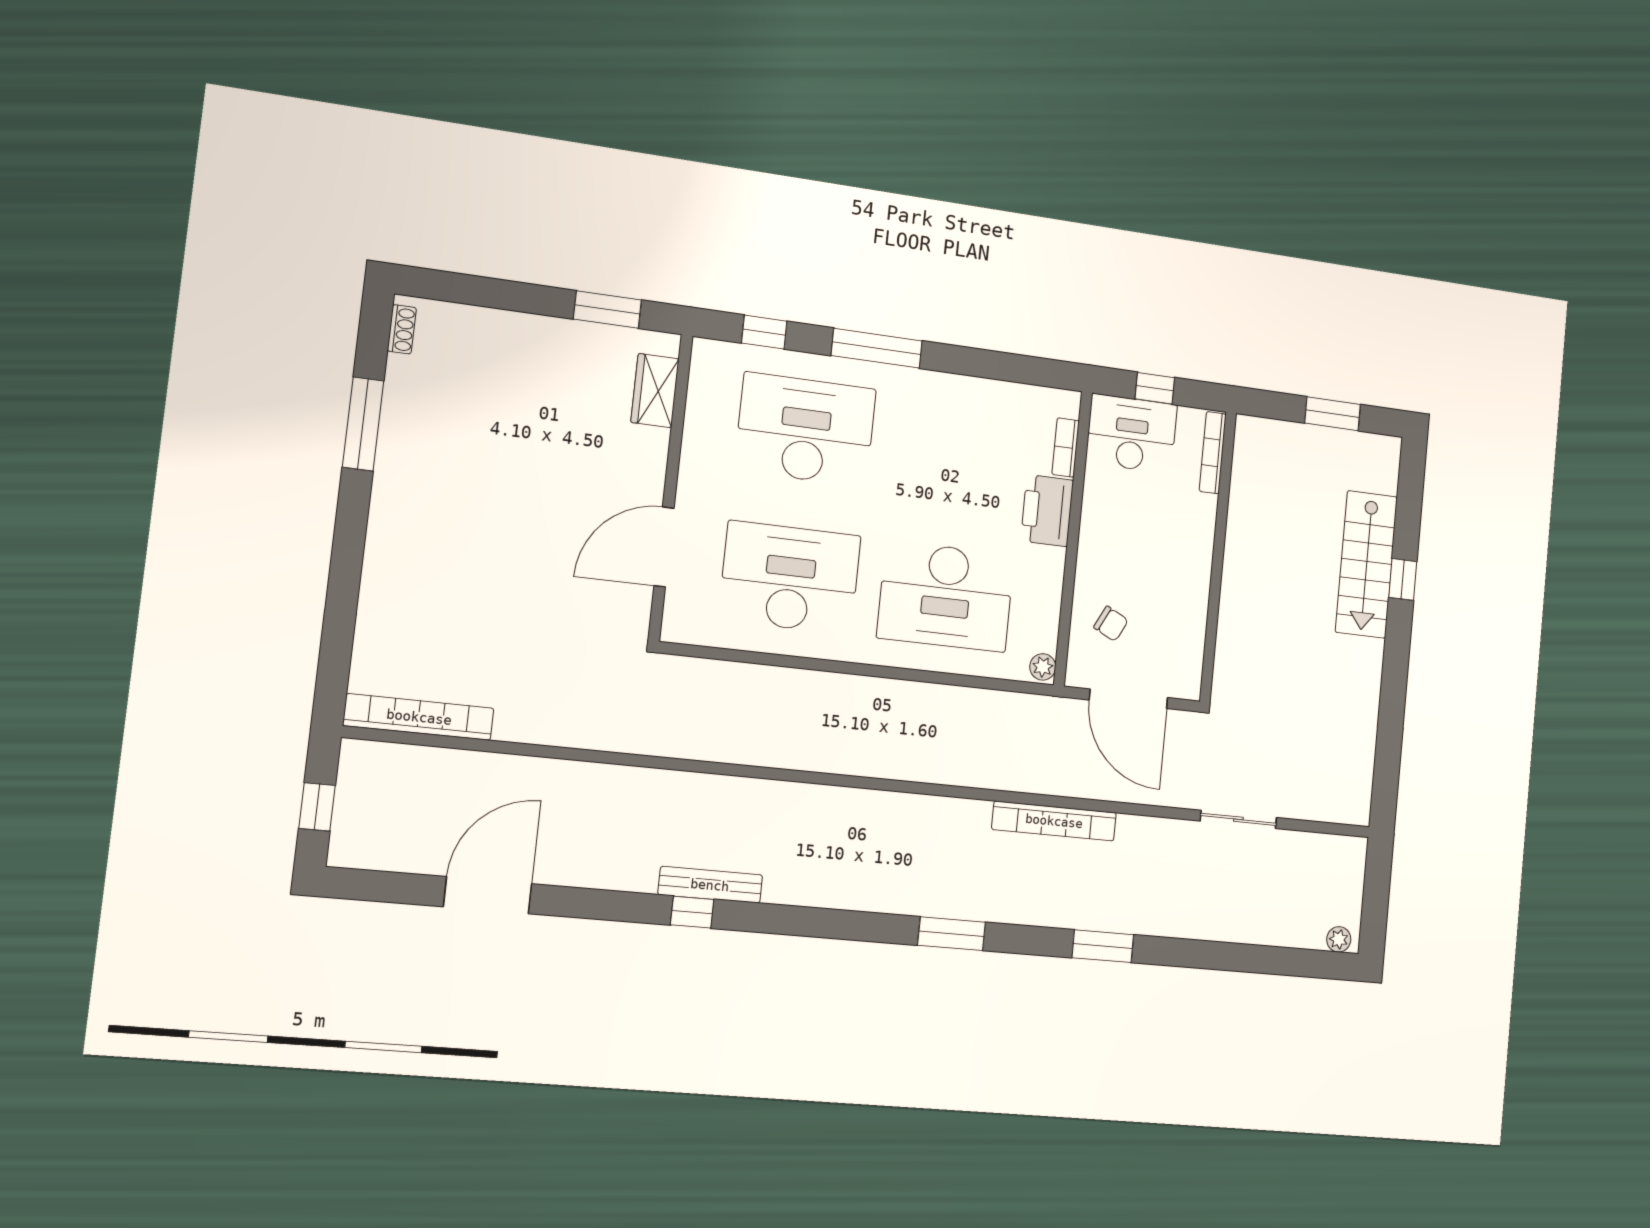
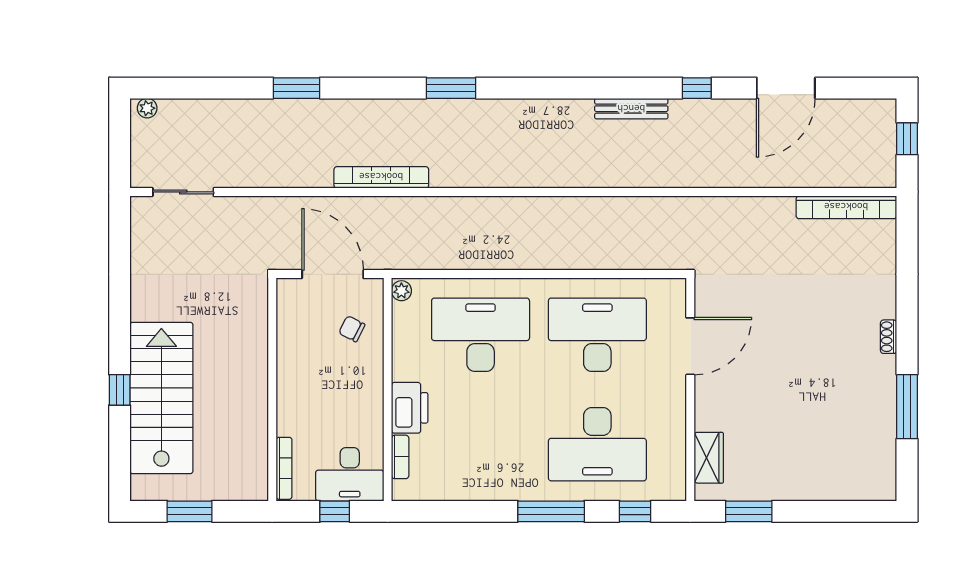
shoe rack: (402, 329) -> (889, 337), moved
stairs: (1366, 564) -> (161, 398), width x1.36, depth x1.51
desk: (790, 578) -> (597, 335), turned 180
sliding door: (1238, 819) -> (183, 192), moved
window: (692, 912) -> (697, 88), moved
window: (1103, 946) -> (297, 88), moved

